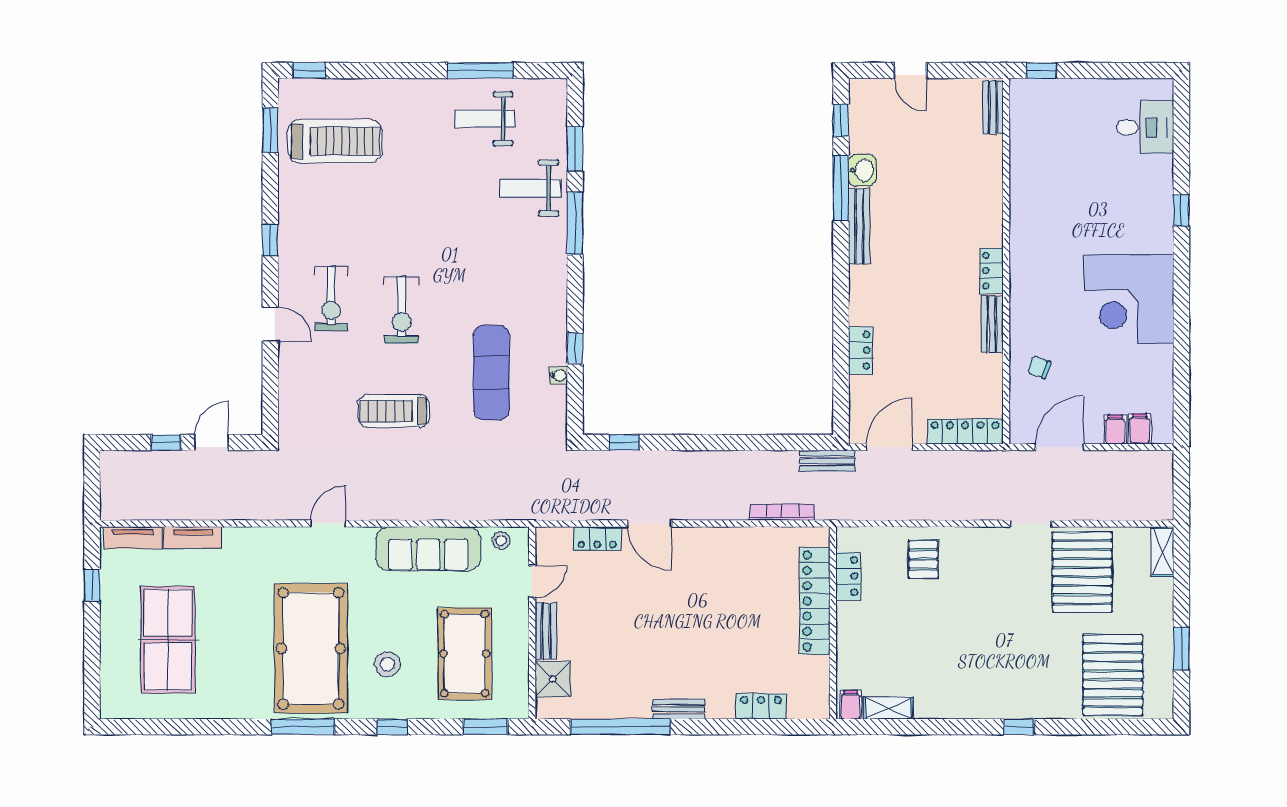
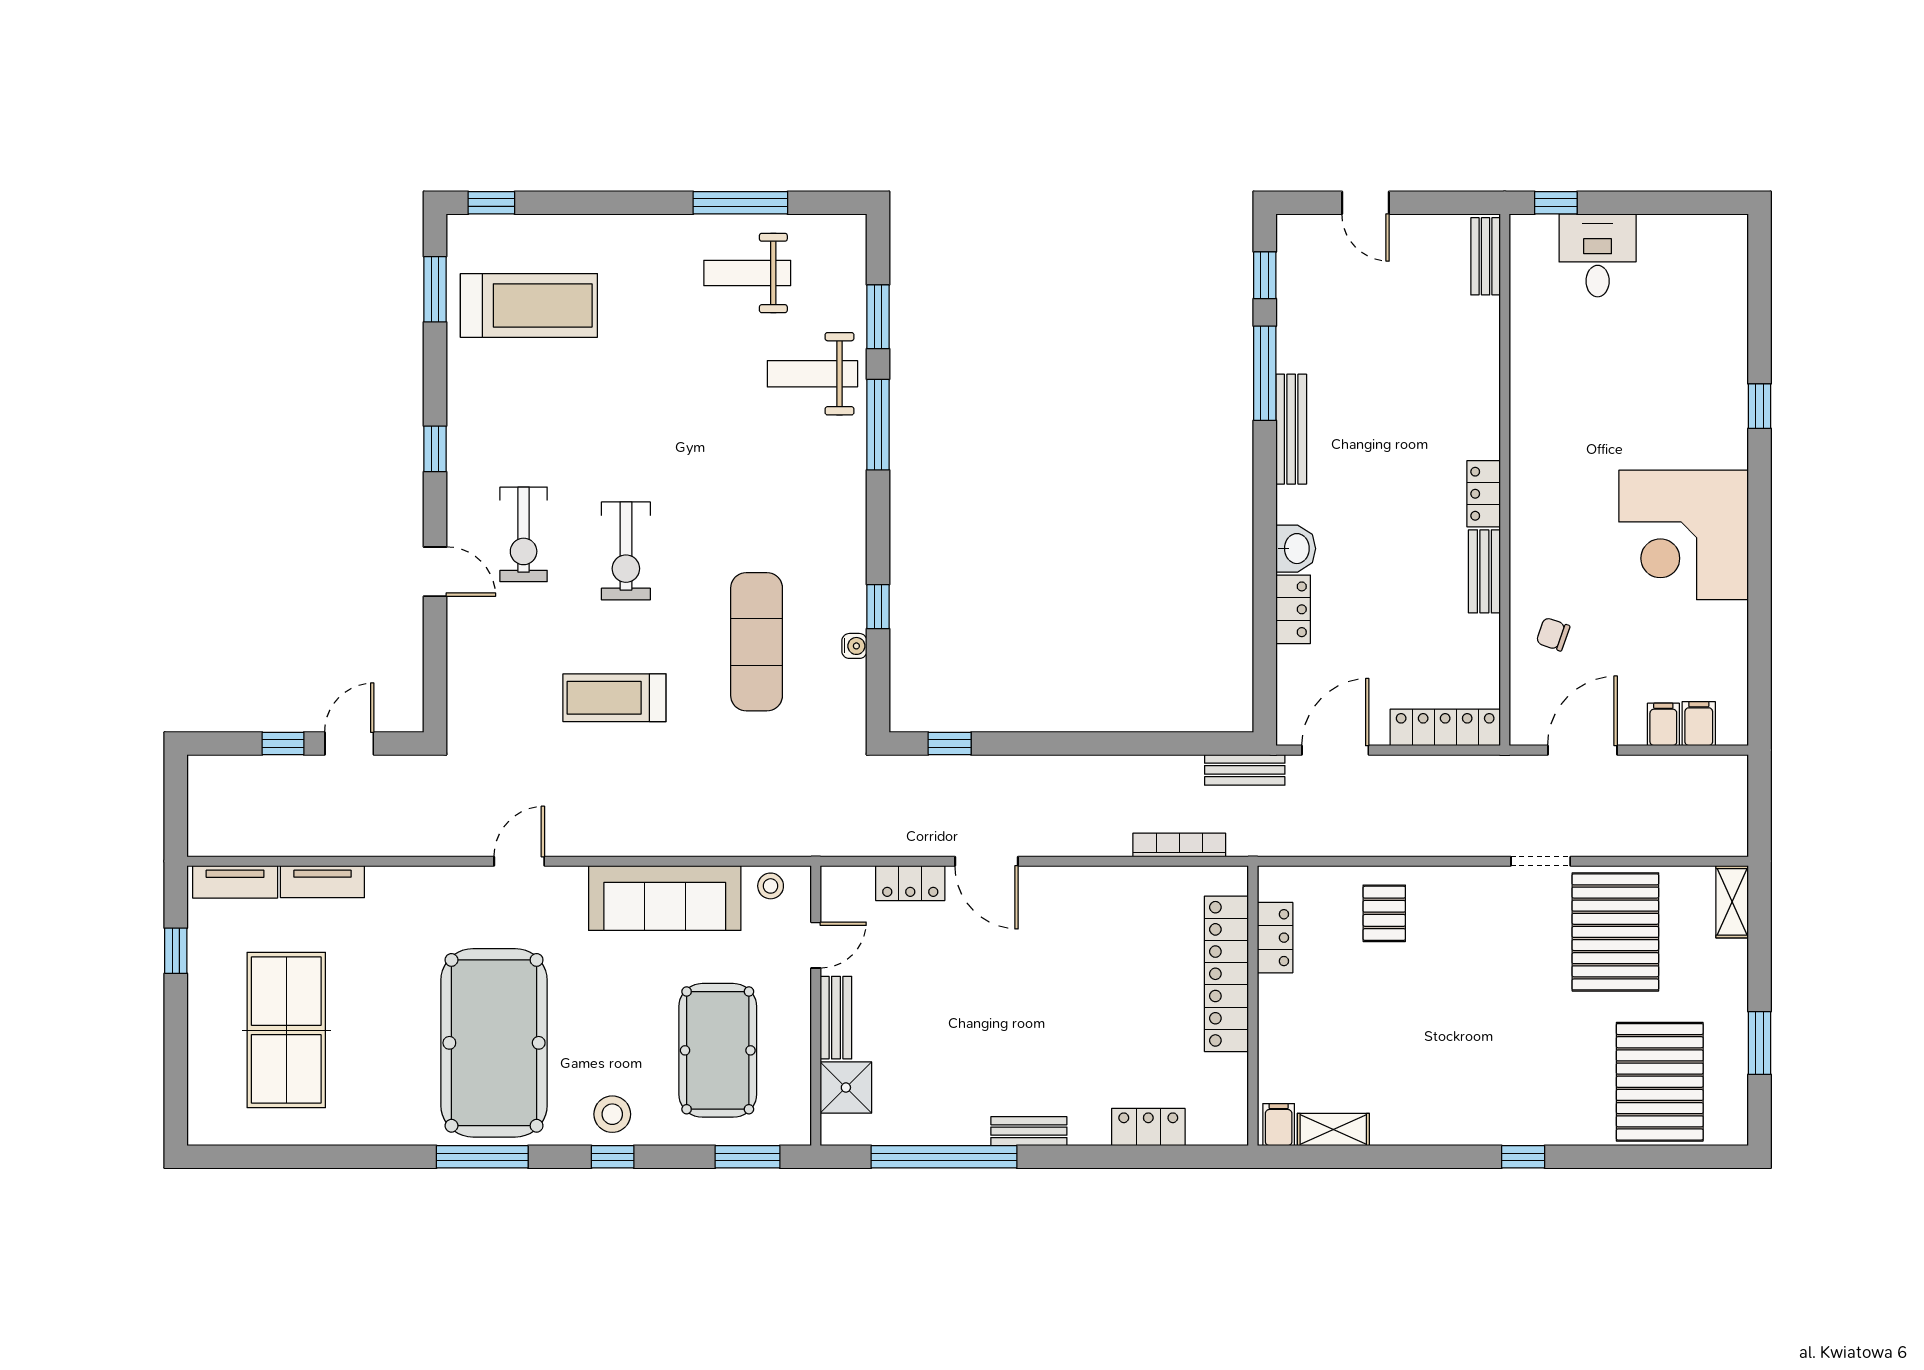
desk: (1145, 127) -> (1598, 255), moved, turned -90
washbasin: (862, 170) -> (1296, 549), moved
stool: (387, 664) -> (612, 1114), moved

